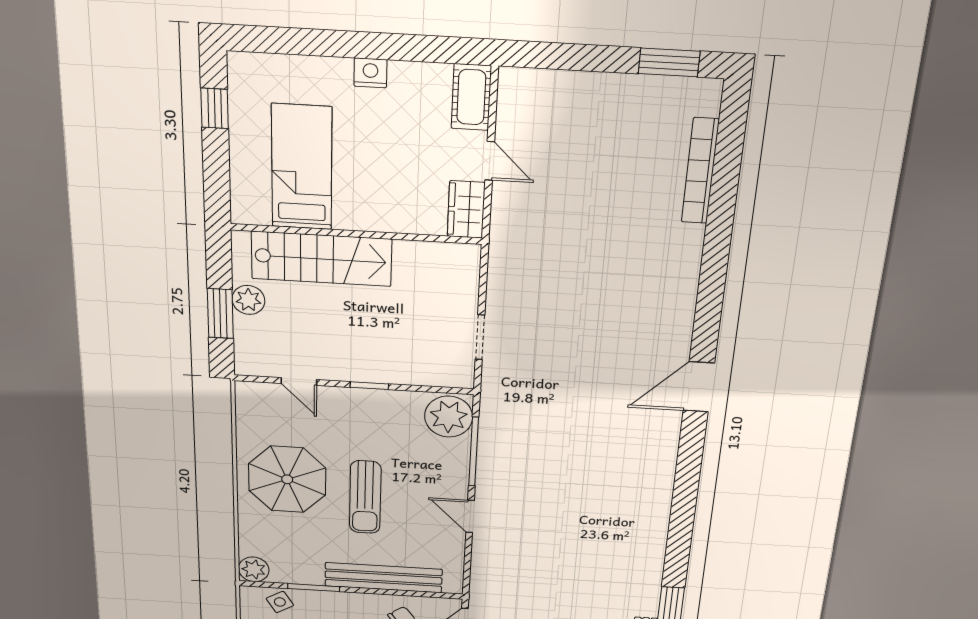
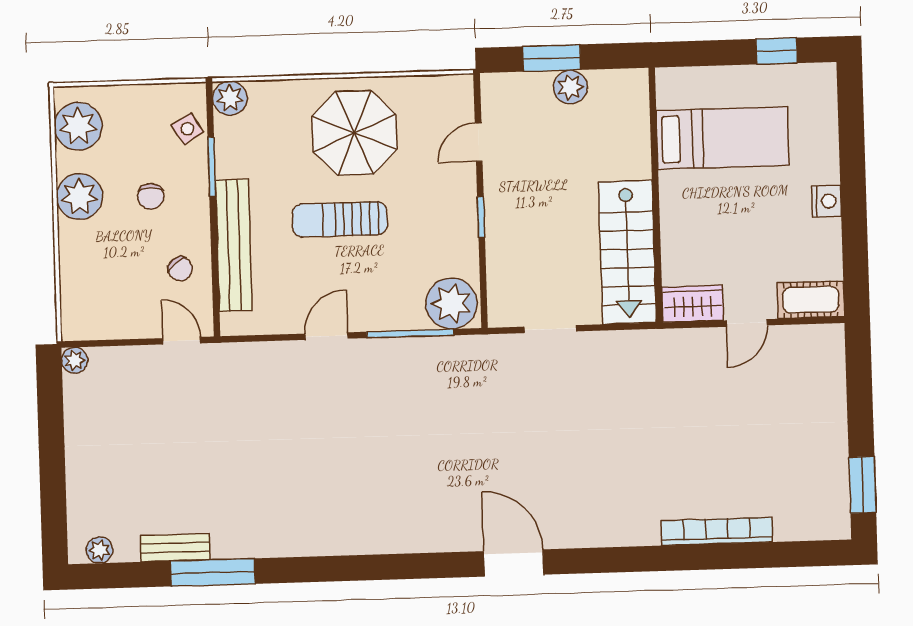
bookcase: (700, 171) -> (717, 531), moved
stairs: (321, 259) -> (627, 252), moved

